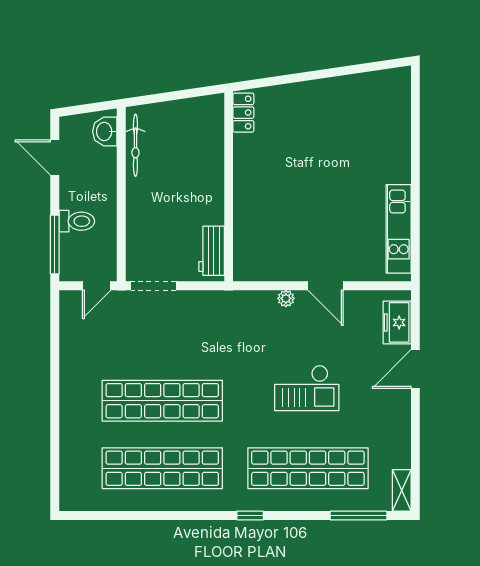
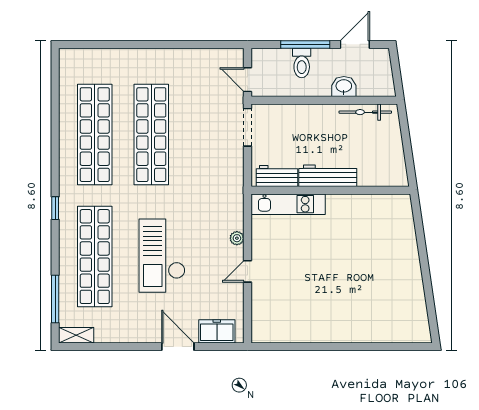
locker: (243, 113) -> (393, 202), removed
washbasin: (105, 131) -> (344, 86), moved
workbench: (211, 190) -> (328, 176), added
kitchen unit: (399, 229) -> (288, 204), moved, turned 180
window: (55, 245) -> (305, 44), moved
door: (326, 286) -> (248, 271), width x0.73
checkout: (307, 388) -> (162, 256), width x1.36, depth x1.21

